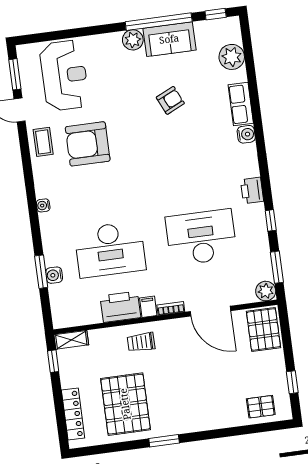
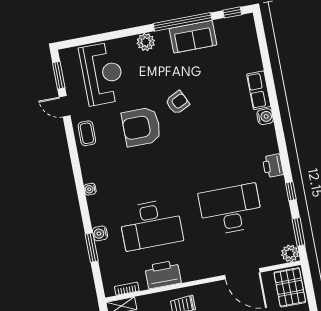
plant: (133, 40) -> (146, 42), moved
plant: (232, 57) -> (249, 49), removed
armchair: (170, 100) -> (177, 103), moved
armchair: (88, 144) -> (141, 127), moved
water cooler: (54, 275) -> (100, 233), moved
filing cabinet: (148, 307) -> (187, 273), removed
bookcase: (171, 308) -> (127, 289), moved

